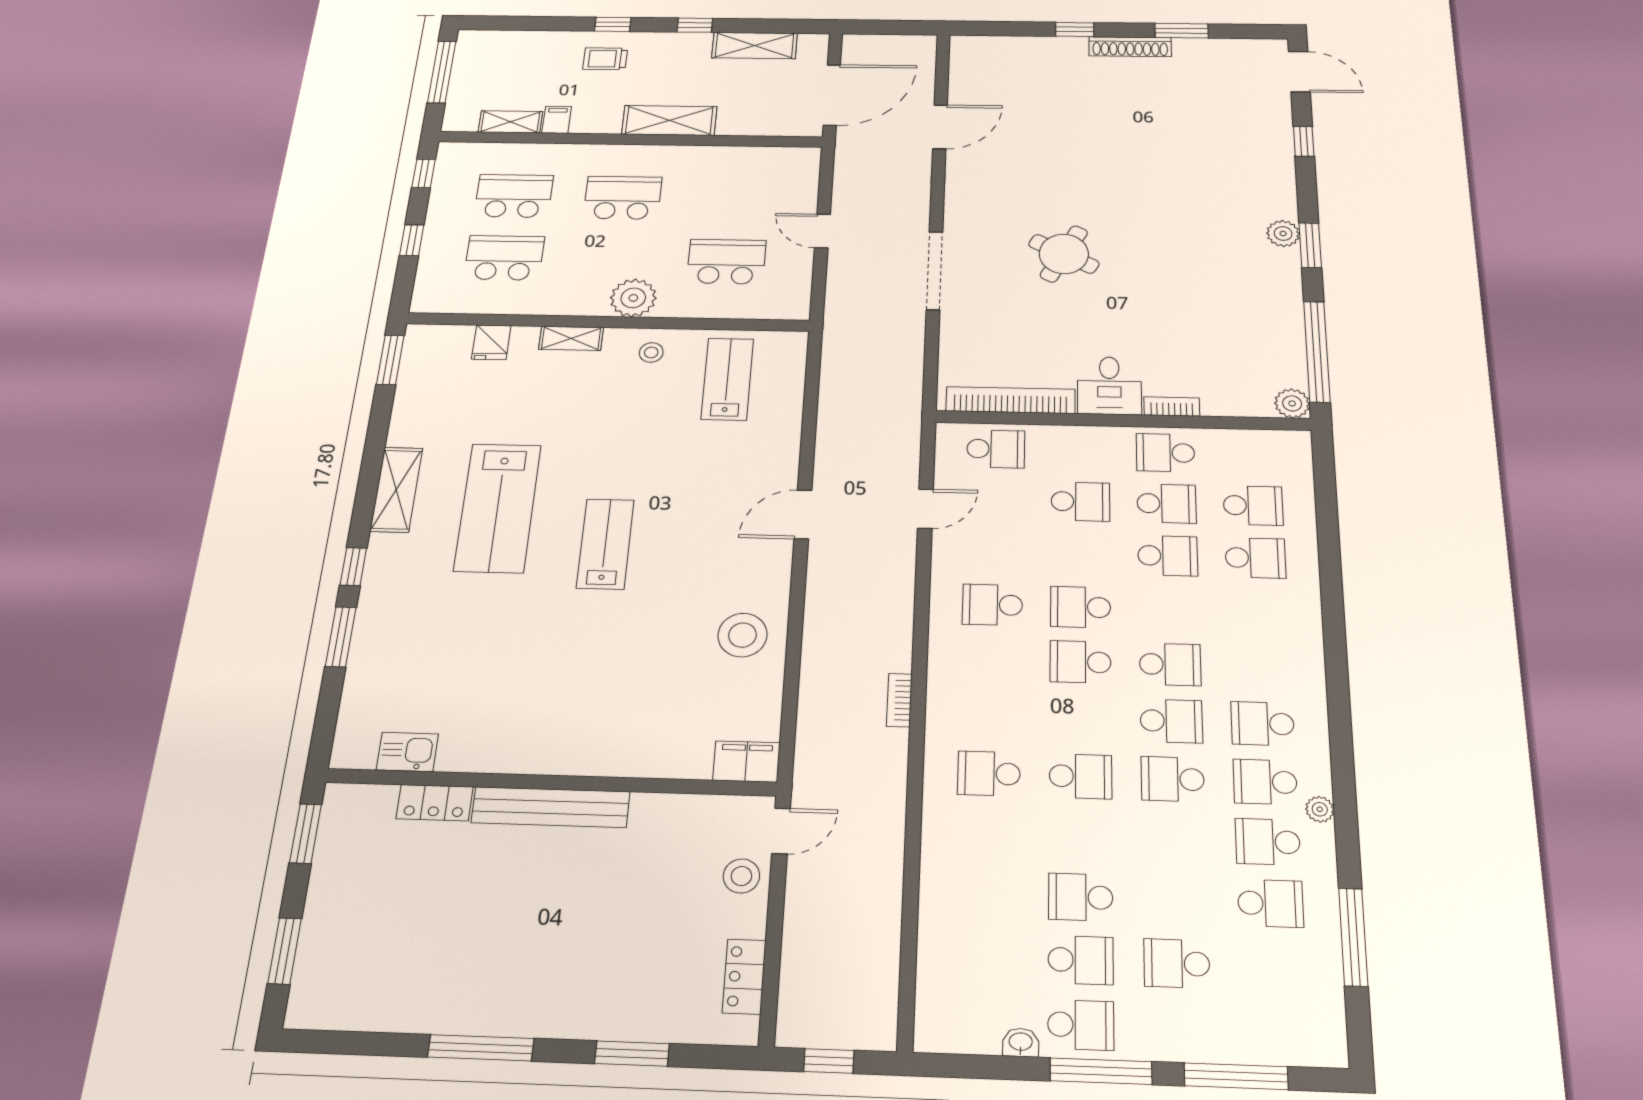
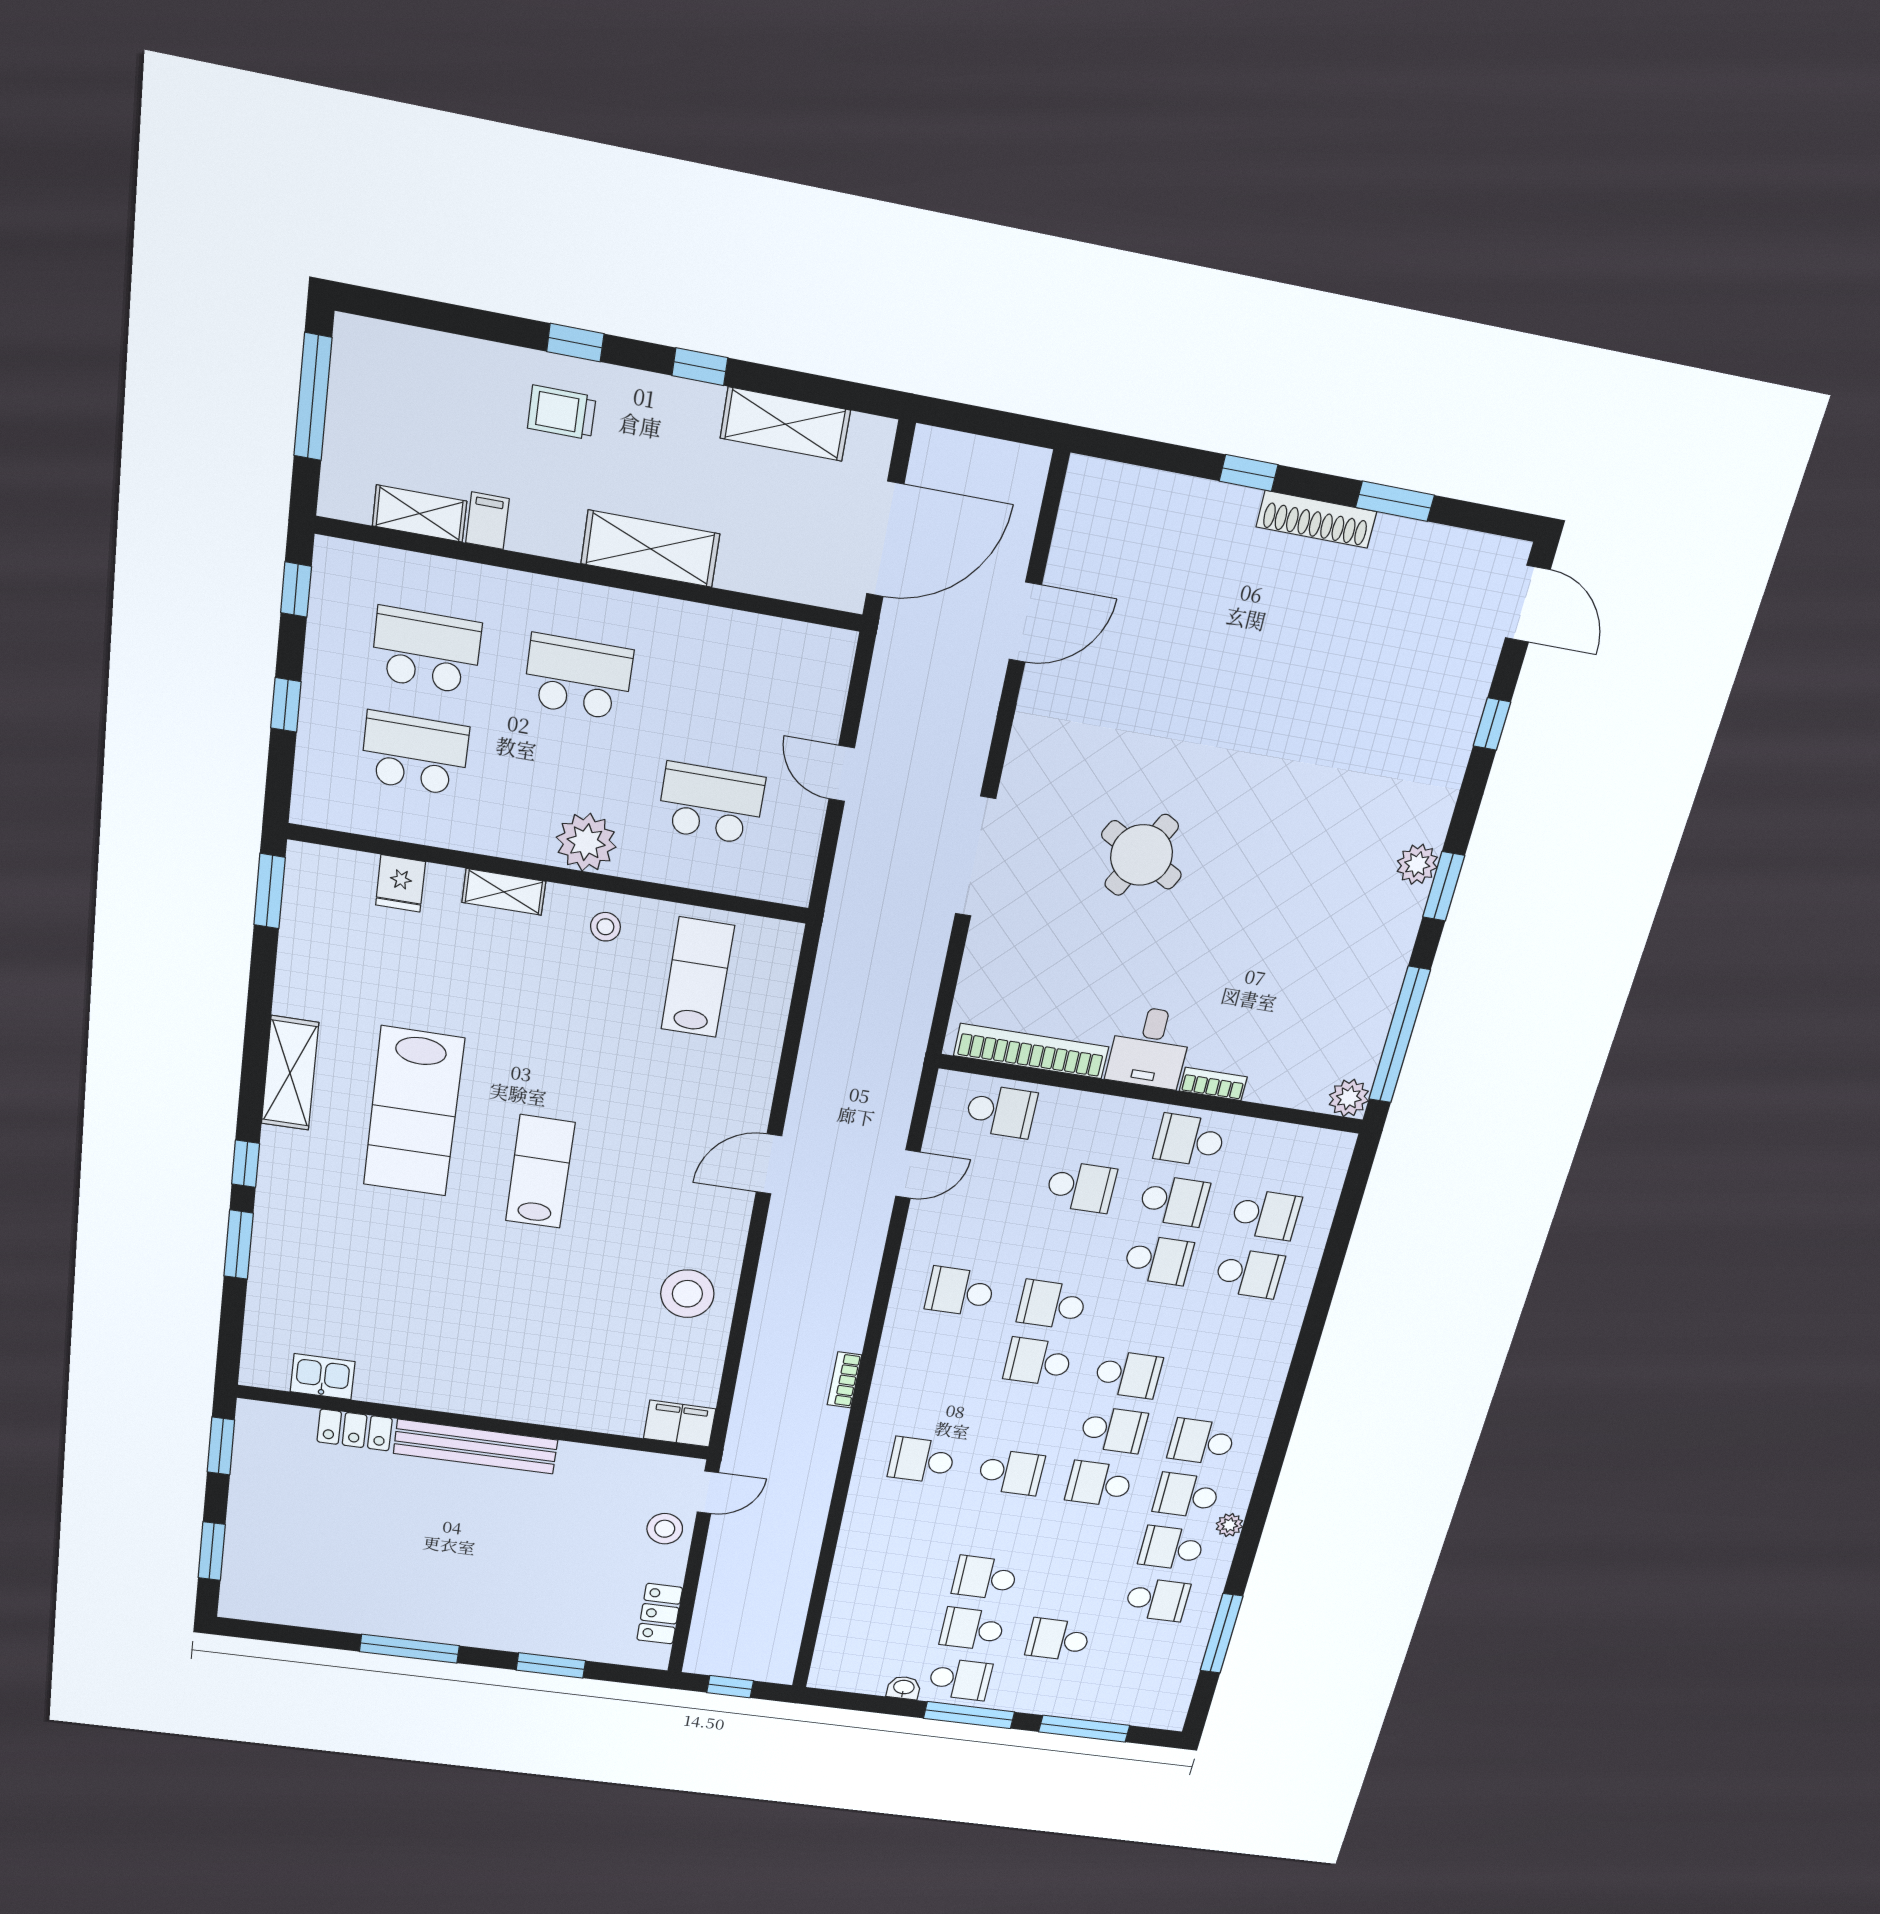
school desk: (1081, 960) -> (972, 1629), turned 180

